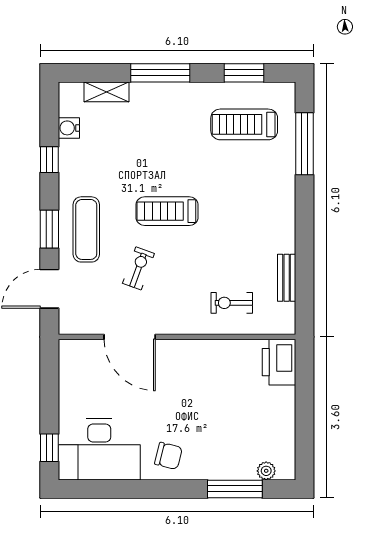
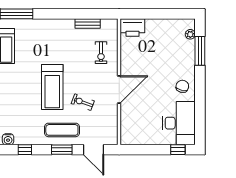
treadmill: (167, 211) -> (52, 87), width x1.37, depth x1.38
door: (130, 337) -> (119, 90), moved

